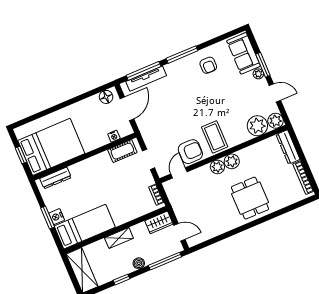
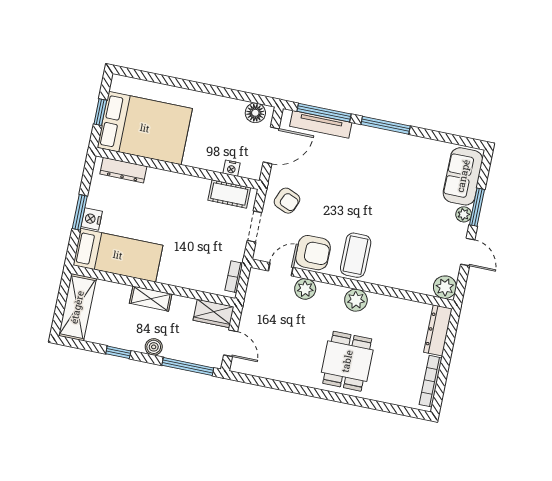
armchair: (208, 65) -> (287, 201), moved, turned -67
plant: (257, 126) -> (418, 278), removed
plant: (217, 167) -> (305, 289), moved

